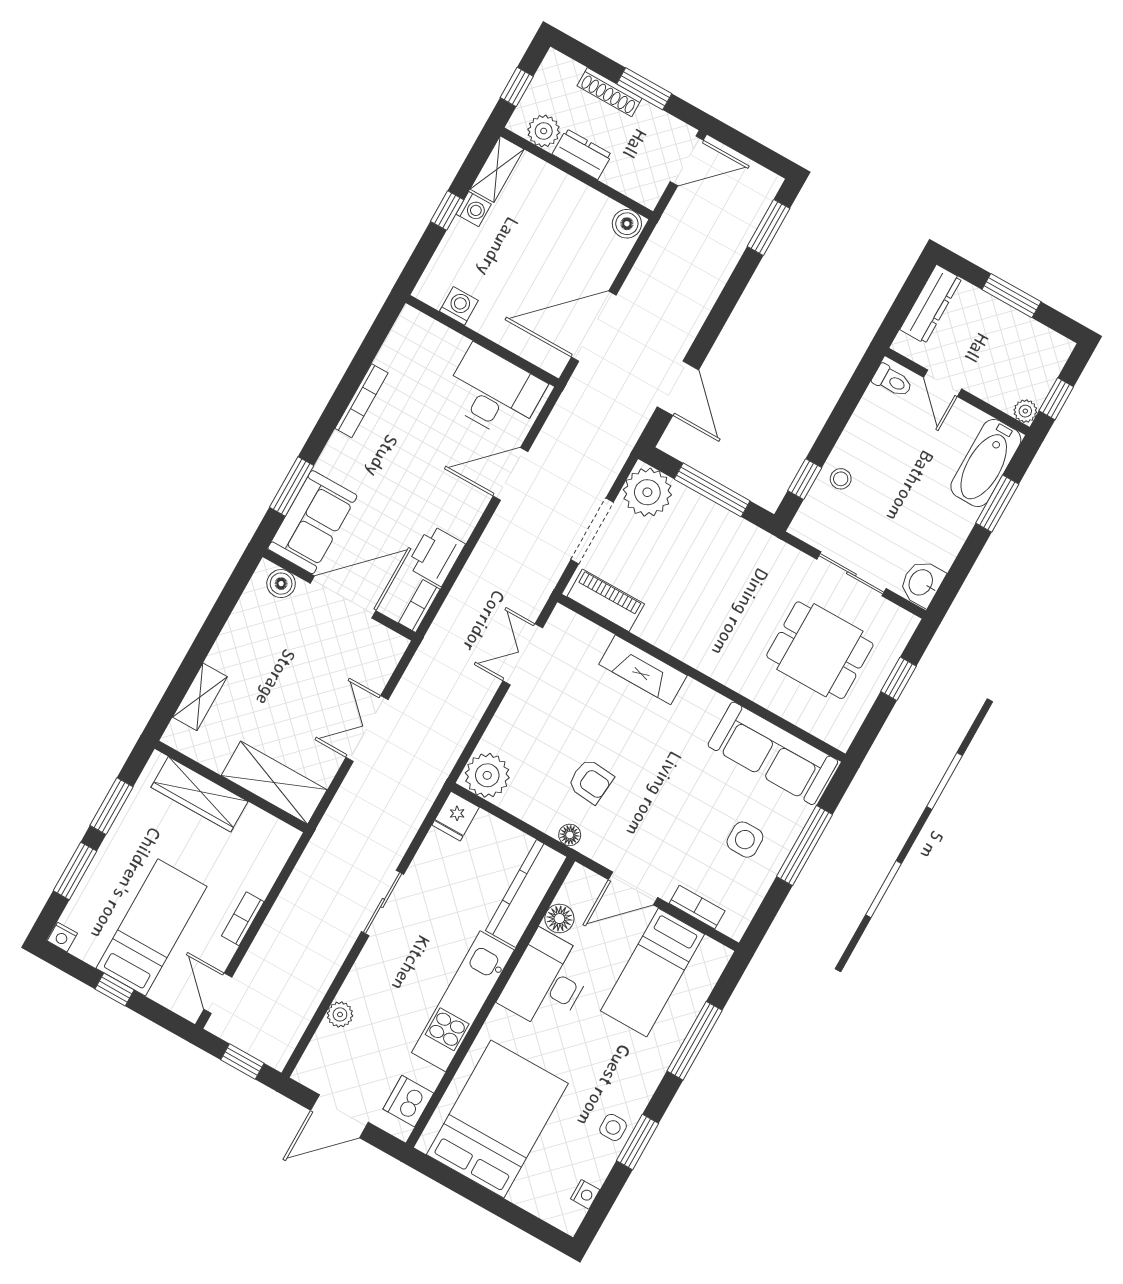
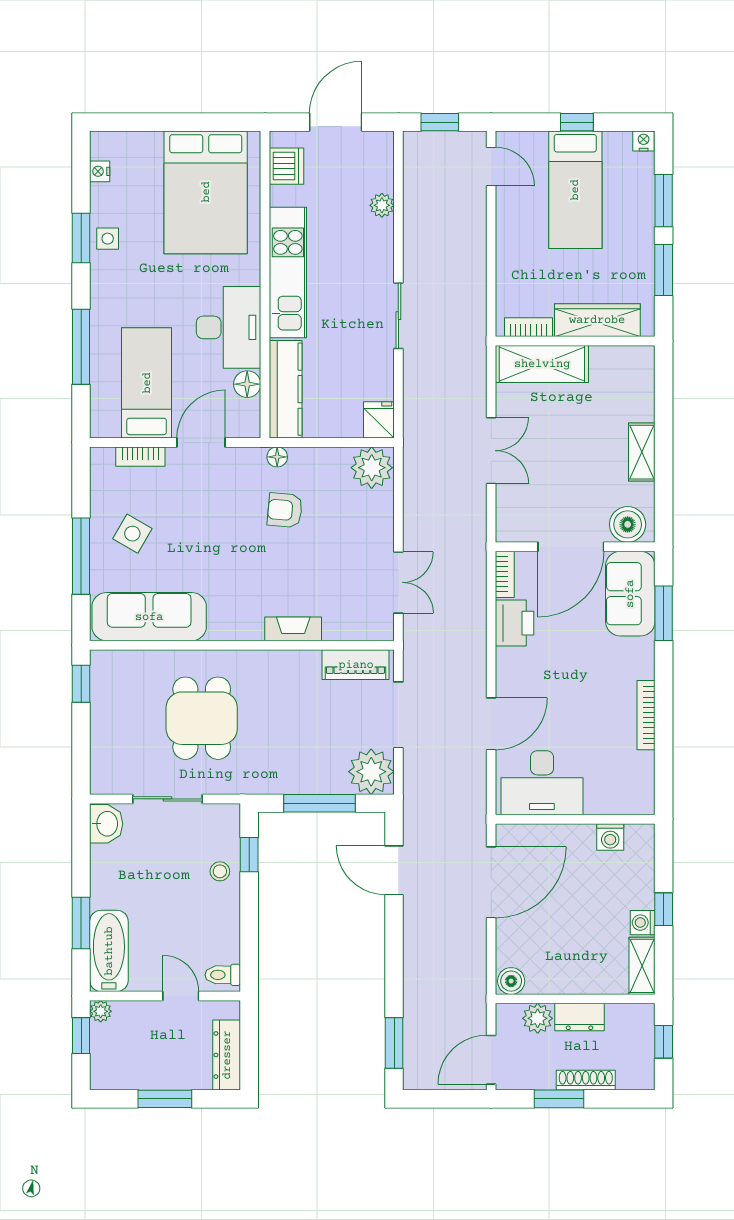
plant: (544, 131) -> (538, 1018), moved
boiler: (281, 584) -> (628, 524), width x1.36, depth x1.36
dining table: (820, 650) -> (202, 718), moved, turned 90
fireplace: (643, 670) -> (293, 629), width x0.73, depth x0.76
window: (899, 679) -> (81, 684), moved
shelving: (200, 697) -> (642, 452), moved
side table: (745, 840) -> (132, 534), turned 30
bookcase: (243, 919) -> (528, 327), moved, turned -90

